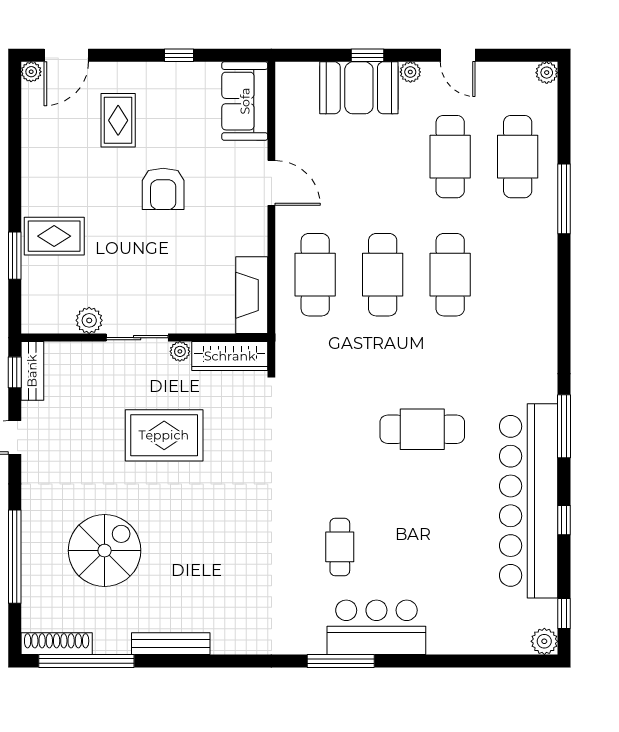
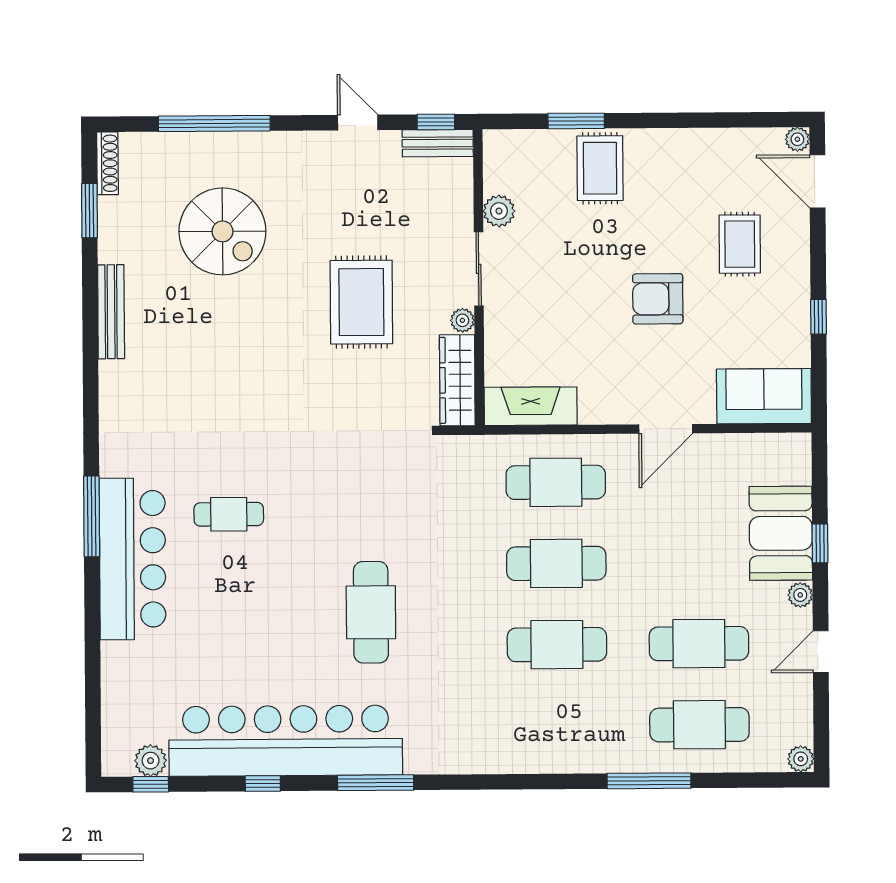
rug: (118, 120) -> (740, 244), turned 90
bar counter: (376, 627) -> (133, 559), width x1.36
plant: (544, 641) -> (151, 761), moved
shoe rack: (57, 644) -> (108, 163), width x0.74, depth x0.81
window: (86, 661) -> (89, 211), width x0.47

